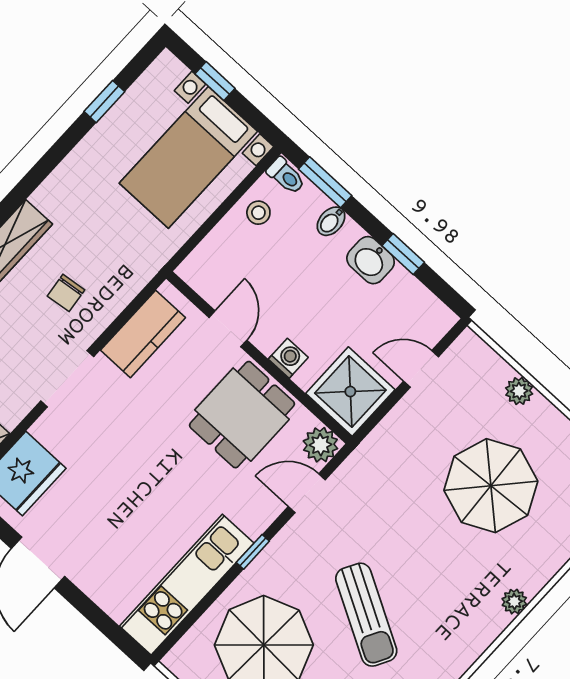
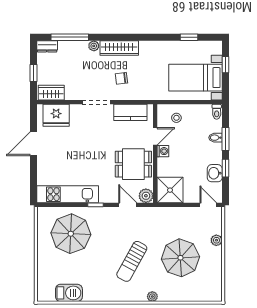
window: (325, 182) -> (225, 139), moved
stool: (258, 213) -> (176, 118), moved
washbasin: (371, 260) -> (215, 173), moved
washing machine: (288, 358) -> (163, 151), moved
door: (421, 369) -> (208, 205), moved
sun lounger: (366, 615) -> (132, 261), moved

